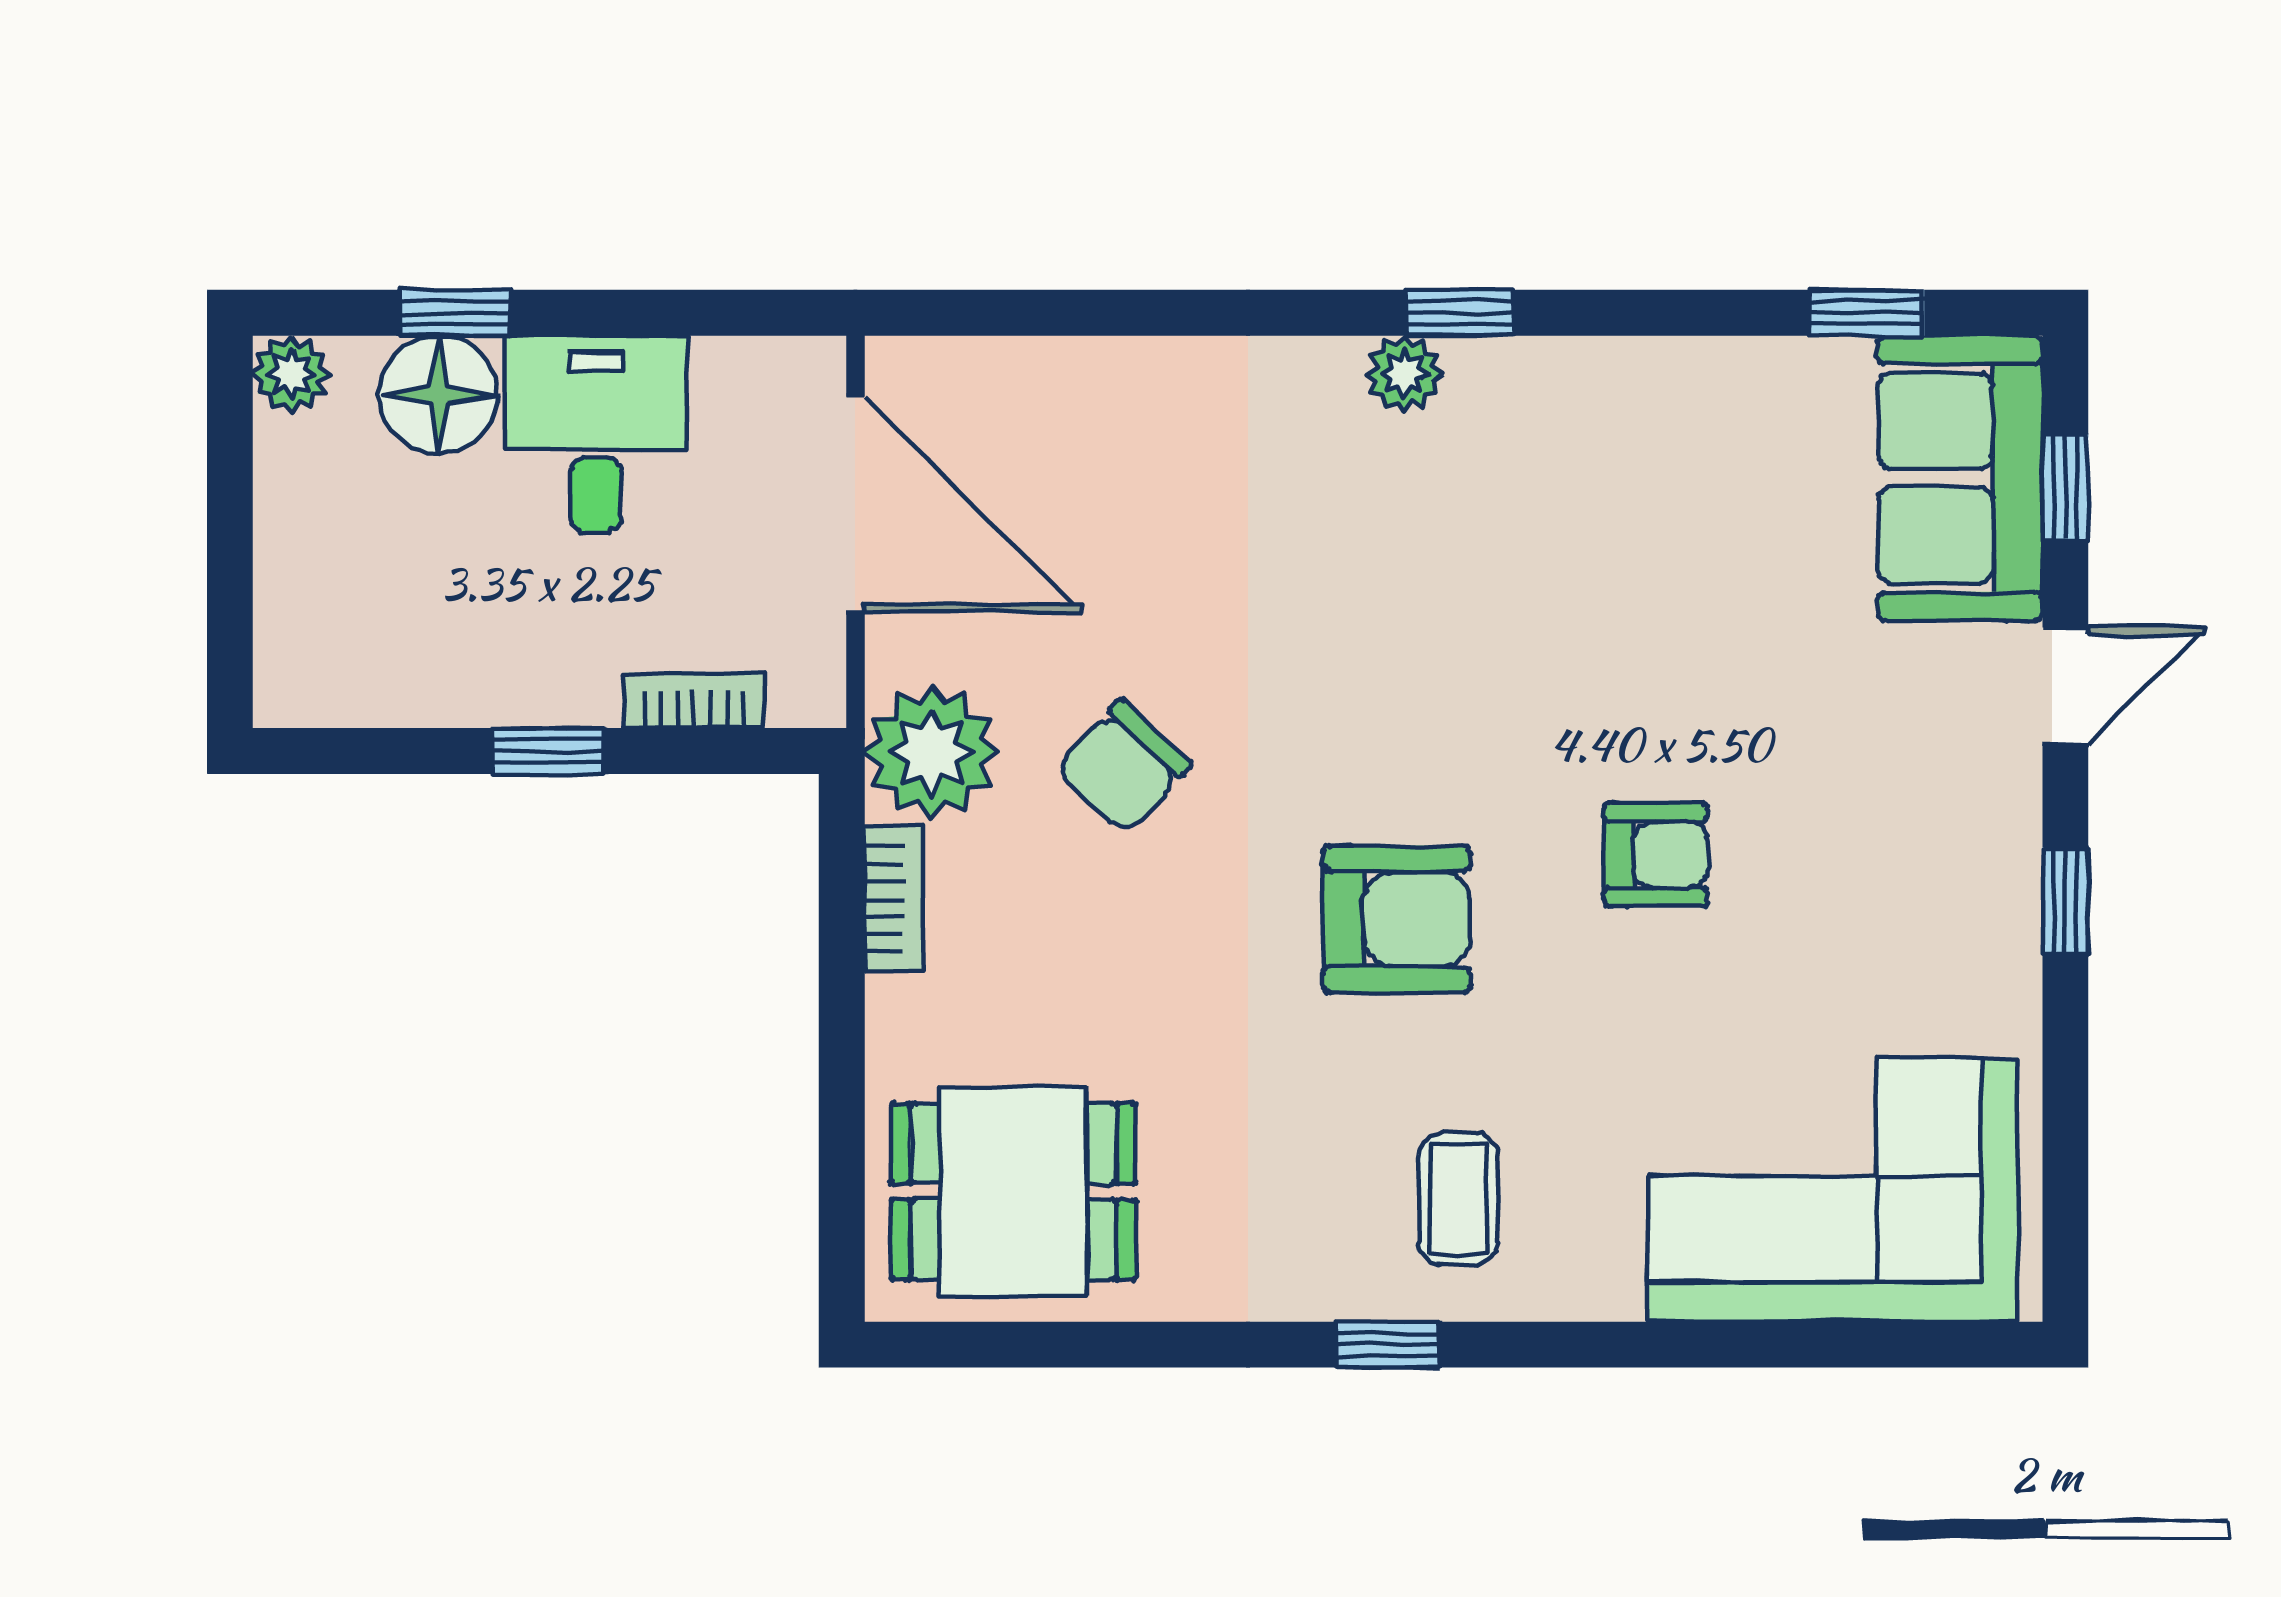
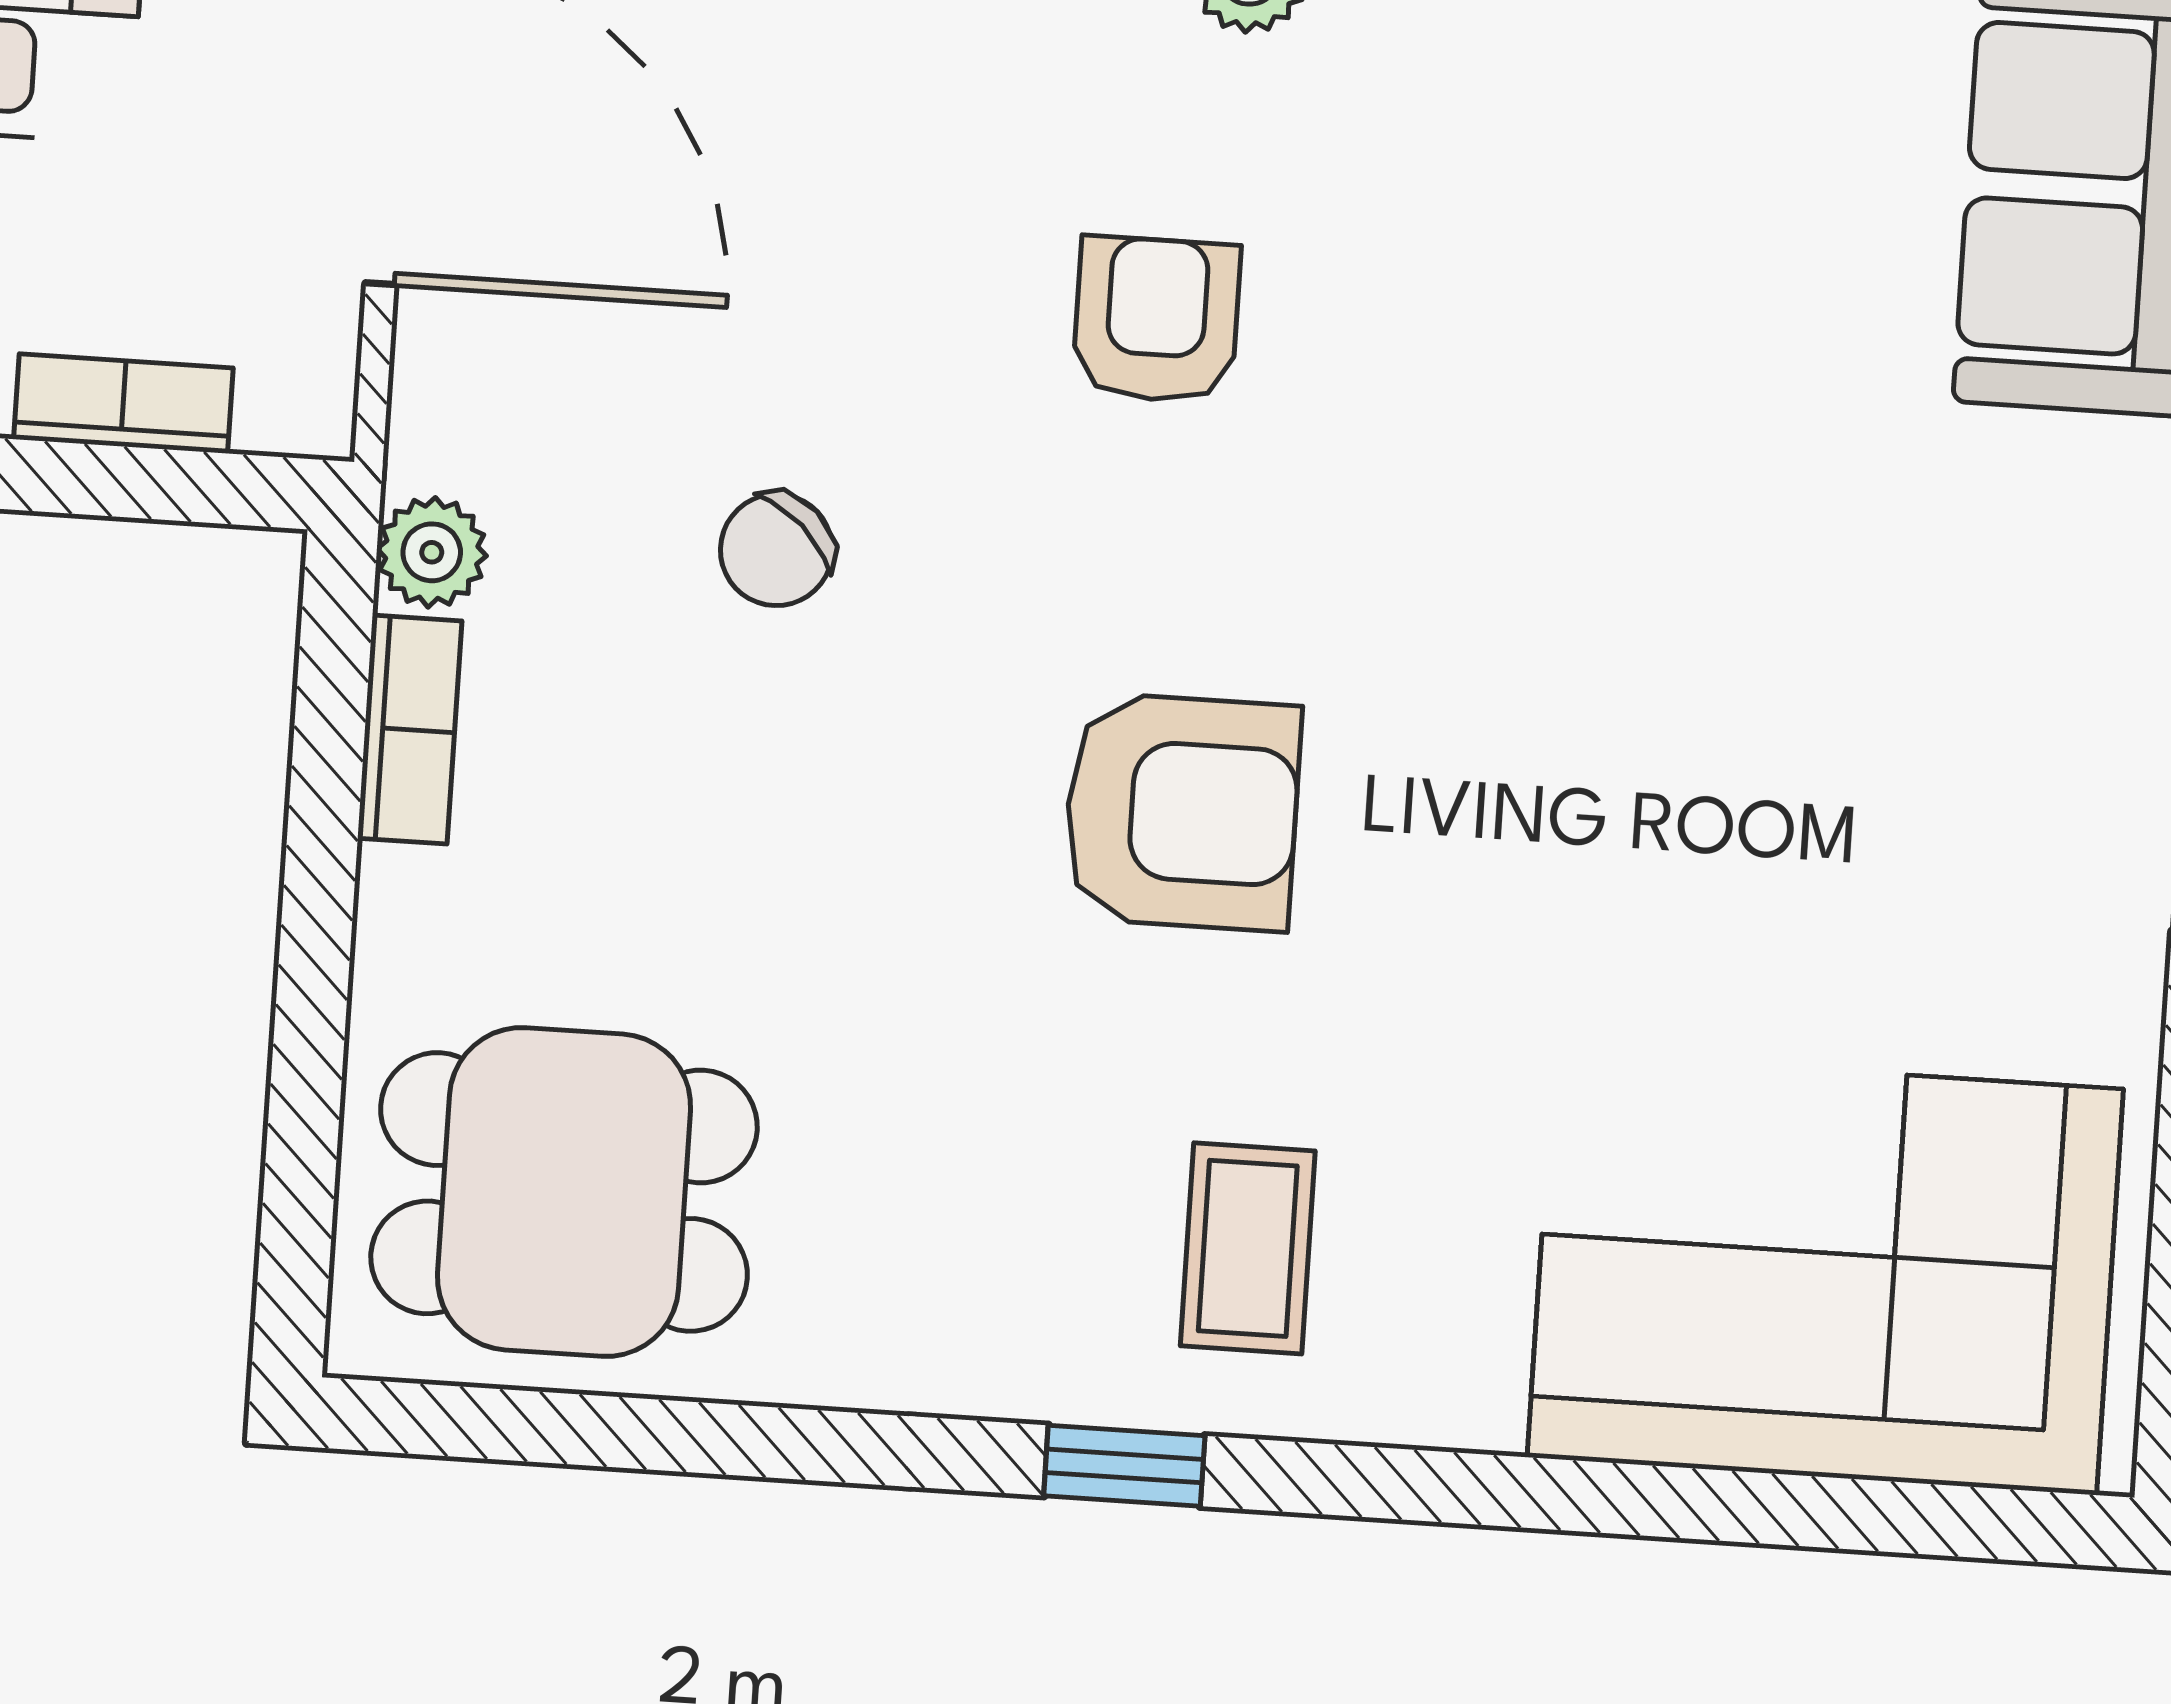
plant: (931, 752) -> (432, 552), width x0.53, depth x0.53
chair: (1123, 767) -> (776, 550), width x0.73, depth x0.73
armchair: (1656, 855) -> (1156, 320), moved, turned -90

